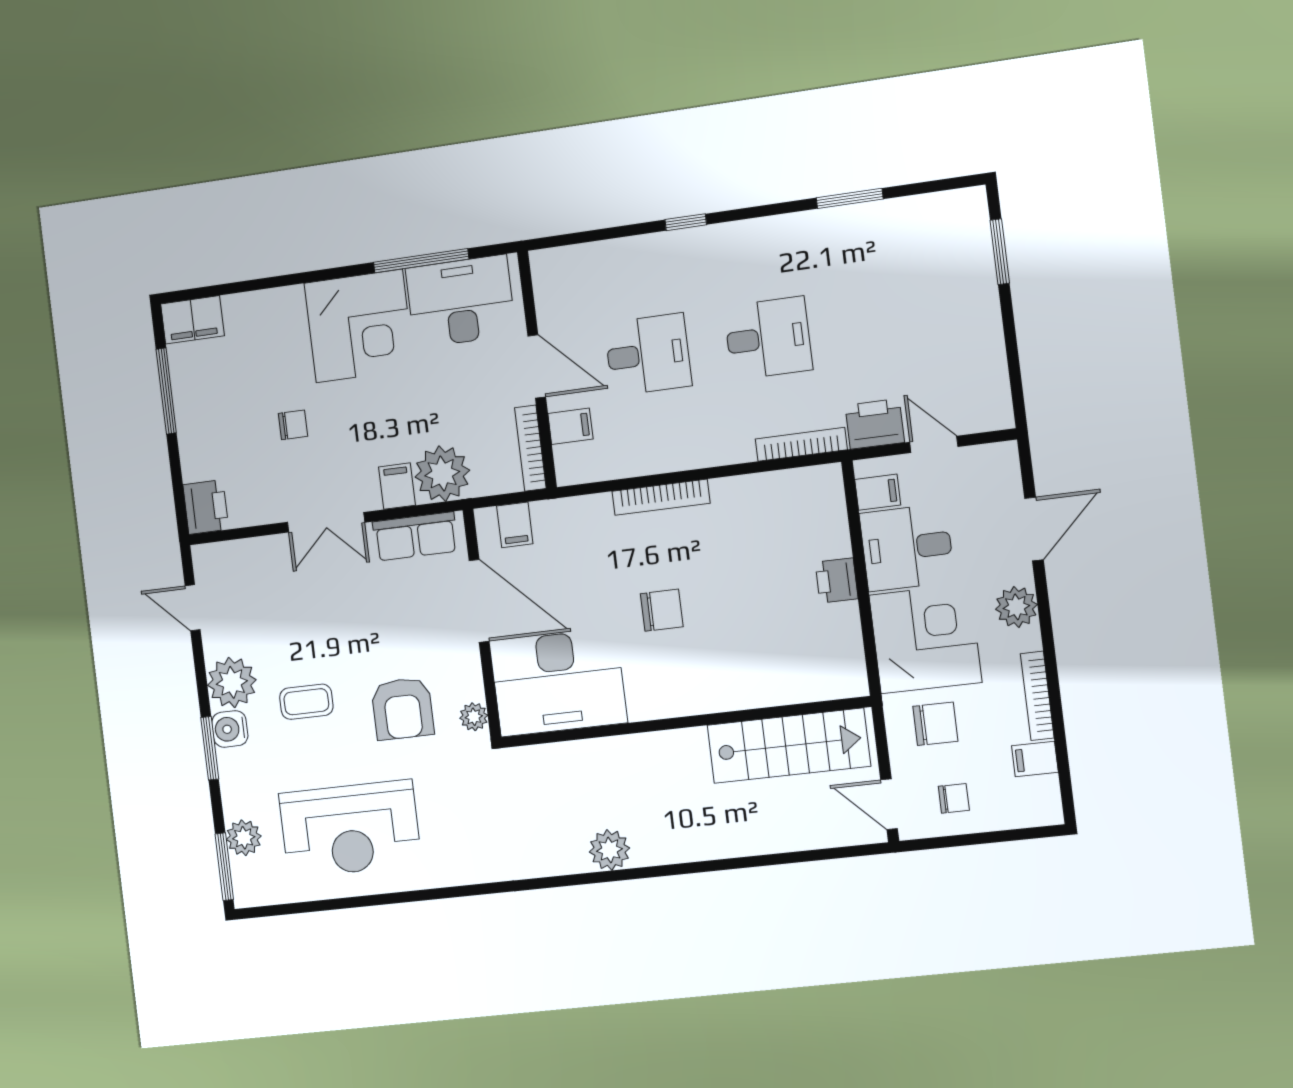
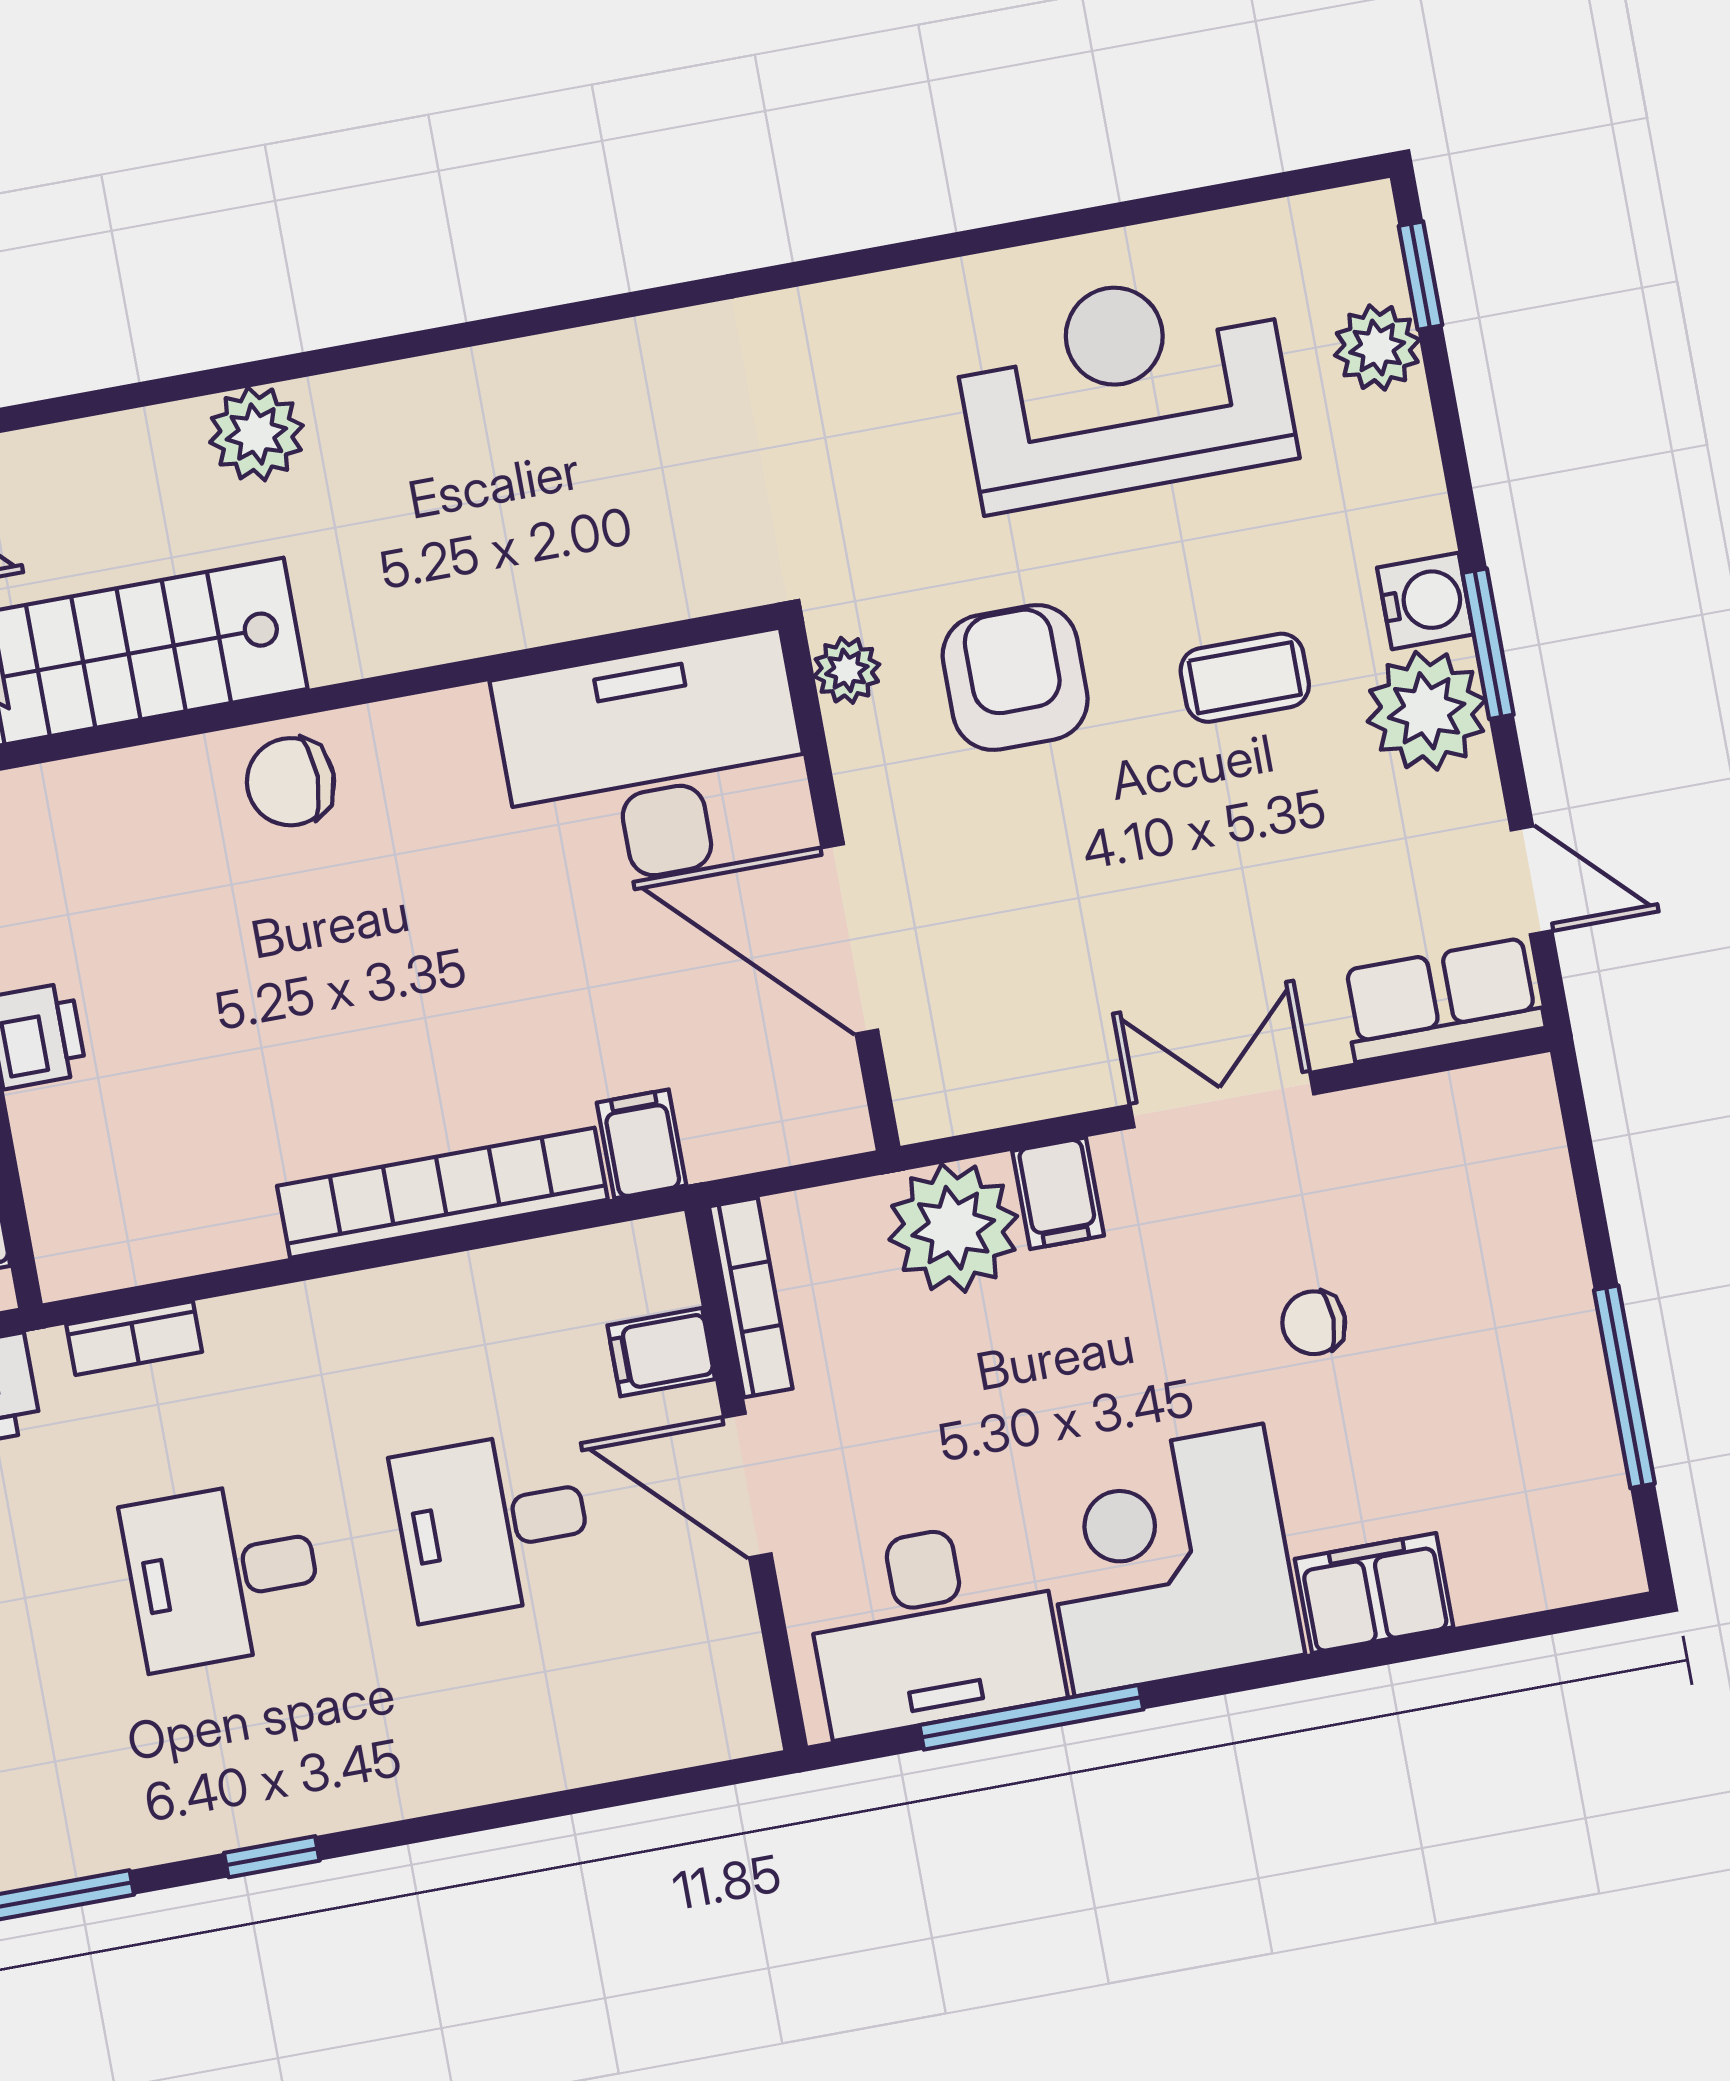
window: (686, 222) -> (272, 1857), moved
filing cabinet: (192, 320) -> (1374, 1593), moved
bookcase: (801, 444) -> (134, 1338), width x0.64
bookcase: (661, 497) -> (442, 1193), width x1.48, depth x1.31
printer: (206, 507) -> (1513, 1119), removed
filing cabinet: (515, 525) -> (642, 1144), moved
row of seats: (415, 536) -> (1442, 999), moved
chair: (662, 610) -> (290, 782), moved
window: (210, 748) -> (1488, 644), moved
plant: (609, 850) -> (256, 434), moved
window: (224, 867) -> (1420, 276), width x0.67

